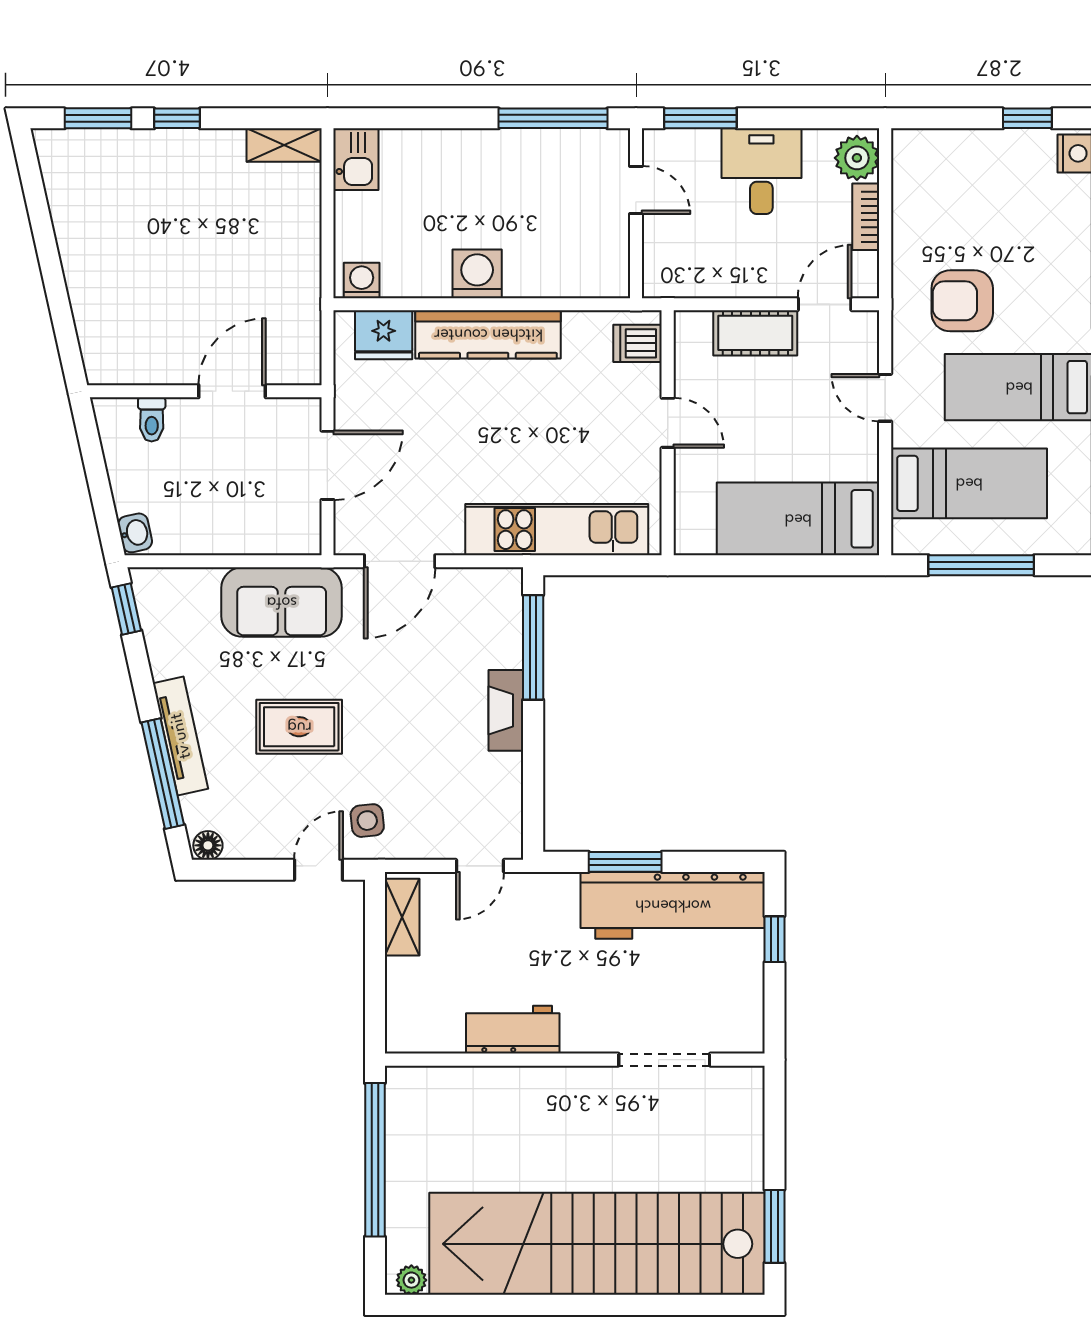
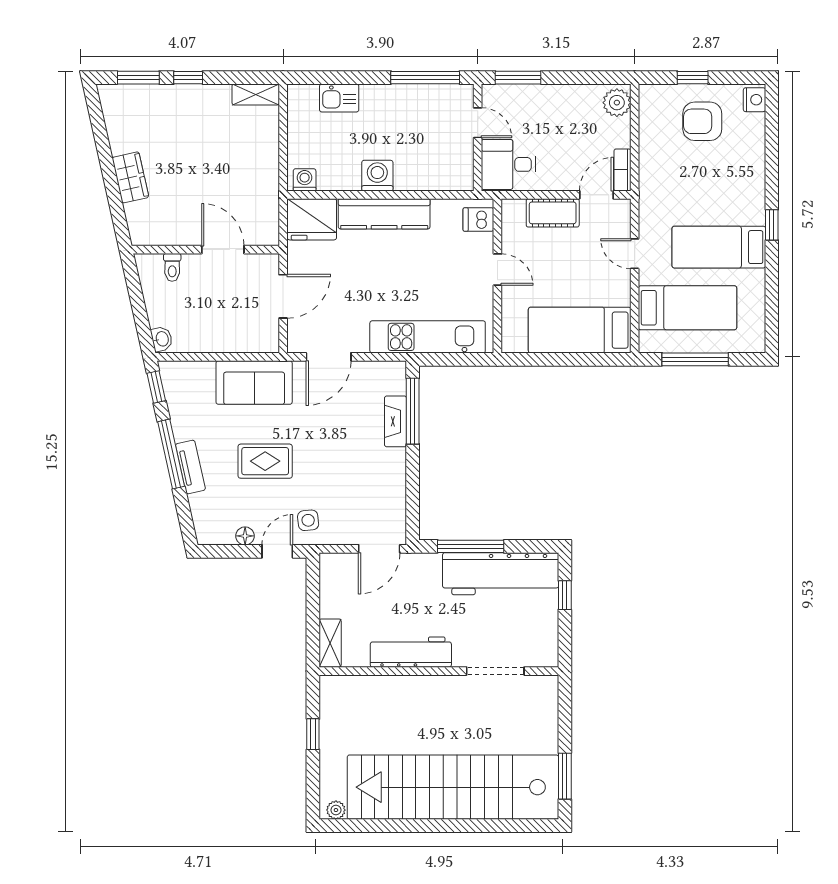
window: (1027, 118) -> (693, 78), moved
kitchen sink: (356, 159) -> (339, 98), moved, turned 90
desk: (761, 171) -> (508, 164), moved, turned -90
bookcase: (866, 217) -> (622, 170), moved
wardrobe: (85, 277) -> (130, 177), added
armchair: (962, 301) -> (702, 121), moved
fridge: (384, 335) -> (312, 219), width x1.36, depth x1.34
door: (232, 391) -> (223, 250), hinge flipped
fireplace: (506, 710) -> (396, 421), moved
tv unit: (181, 736) -> (190, 467), width x0.71
window: (163, 774) -> (171, 454), moved
floor lamp: (208, 845) -> (245, 536), moved
window: (625, 862) -> (471, 546), width x1.44
door: (480, 866) -> (379, 549), width x1.38
shelving: (402, 917) -> (330, 643), moved
workbench: (513, 1030) -> (411, 652), width x1.38
window: (375, 1160) -> (313, 734), width x0.32

